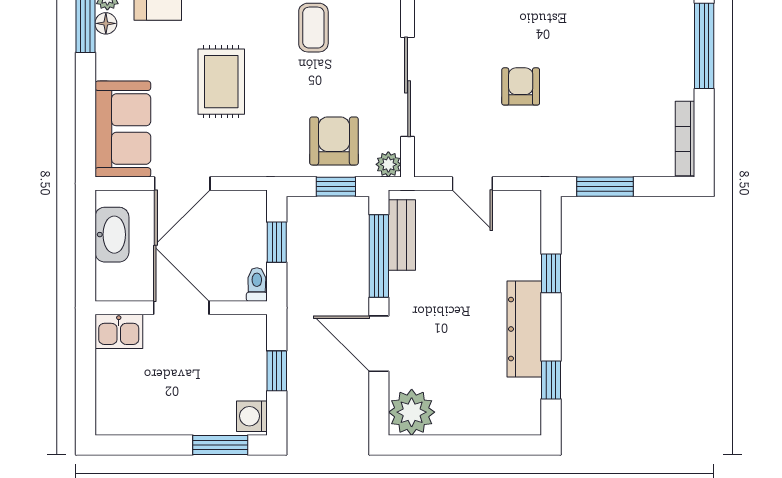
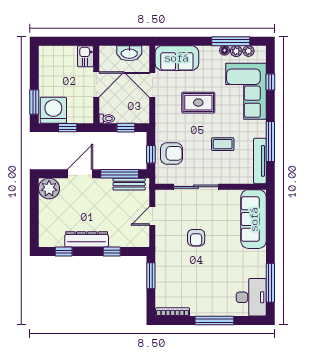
armchair: (521, 86) -> (196, 238), turned 90
plant: (388, 164) -> (161, 178), removed
washing machine: (252, 416) -> (53, 110), width x1.89, depth x1.89

